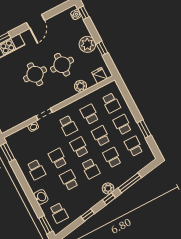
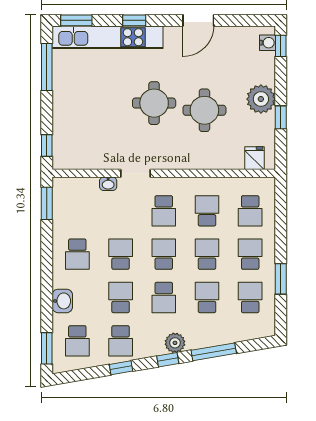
plant: (81, 86) -> (216, 159), removed
school desk: (80, 202) -> (121, 341), added

